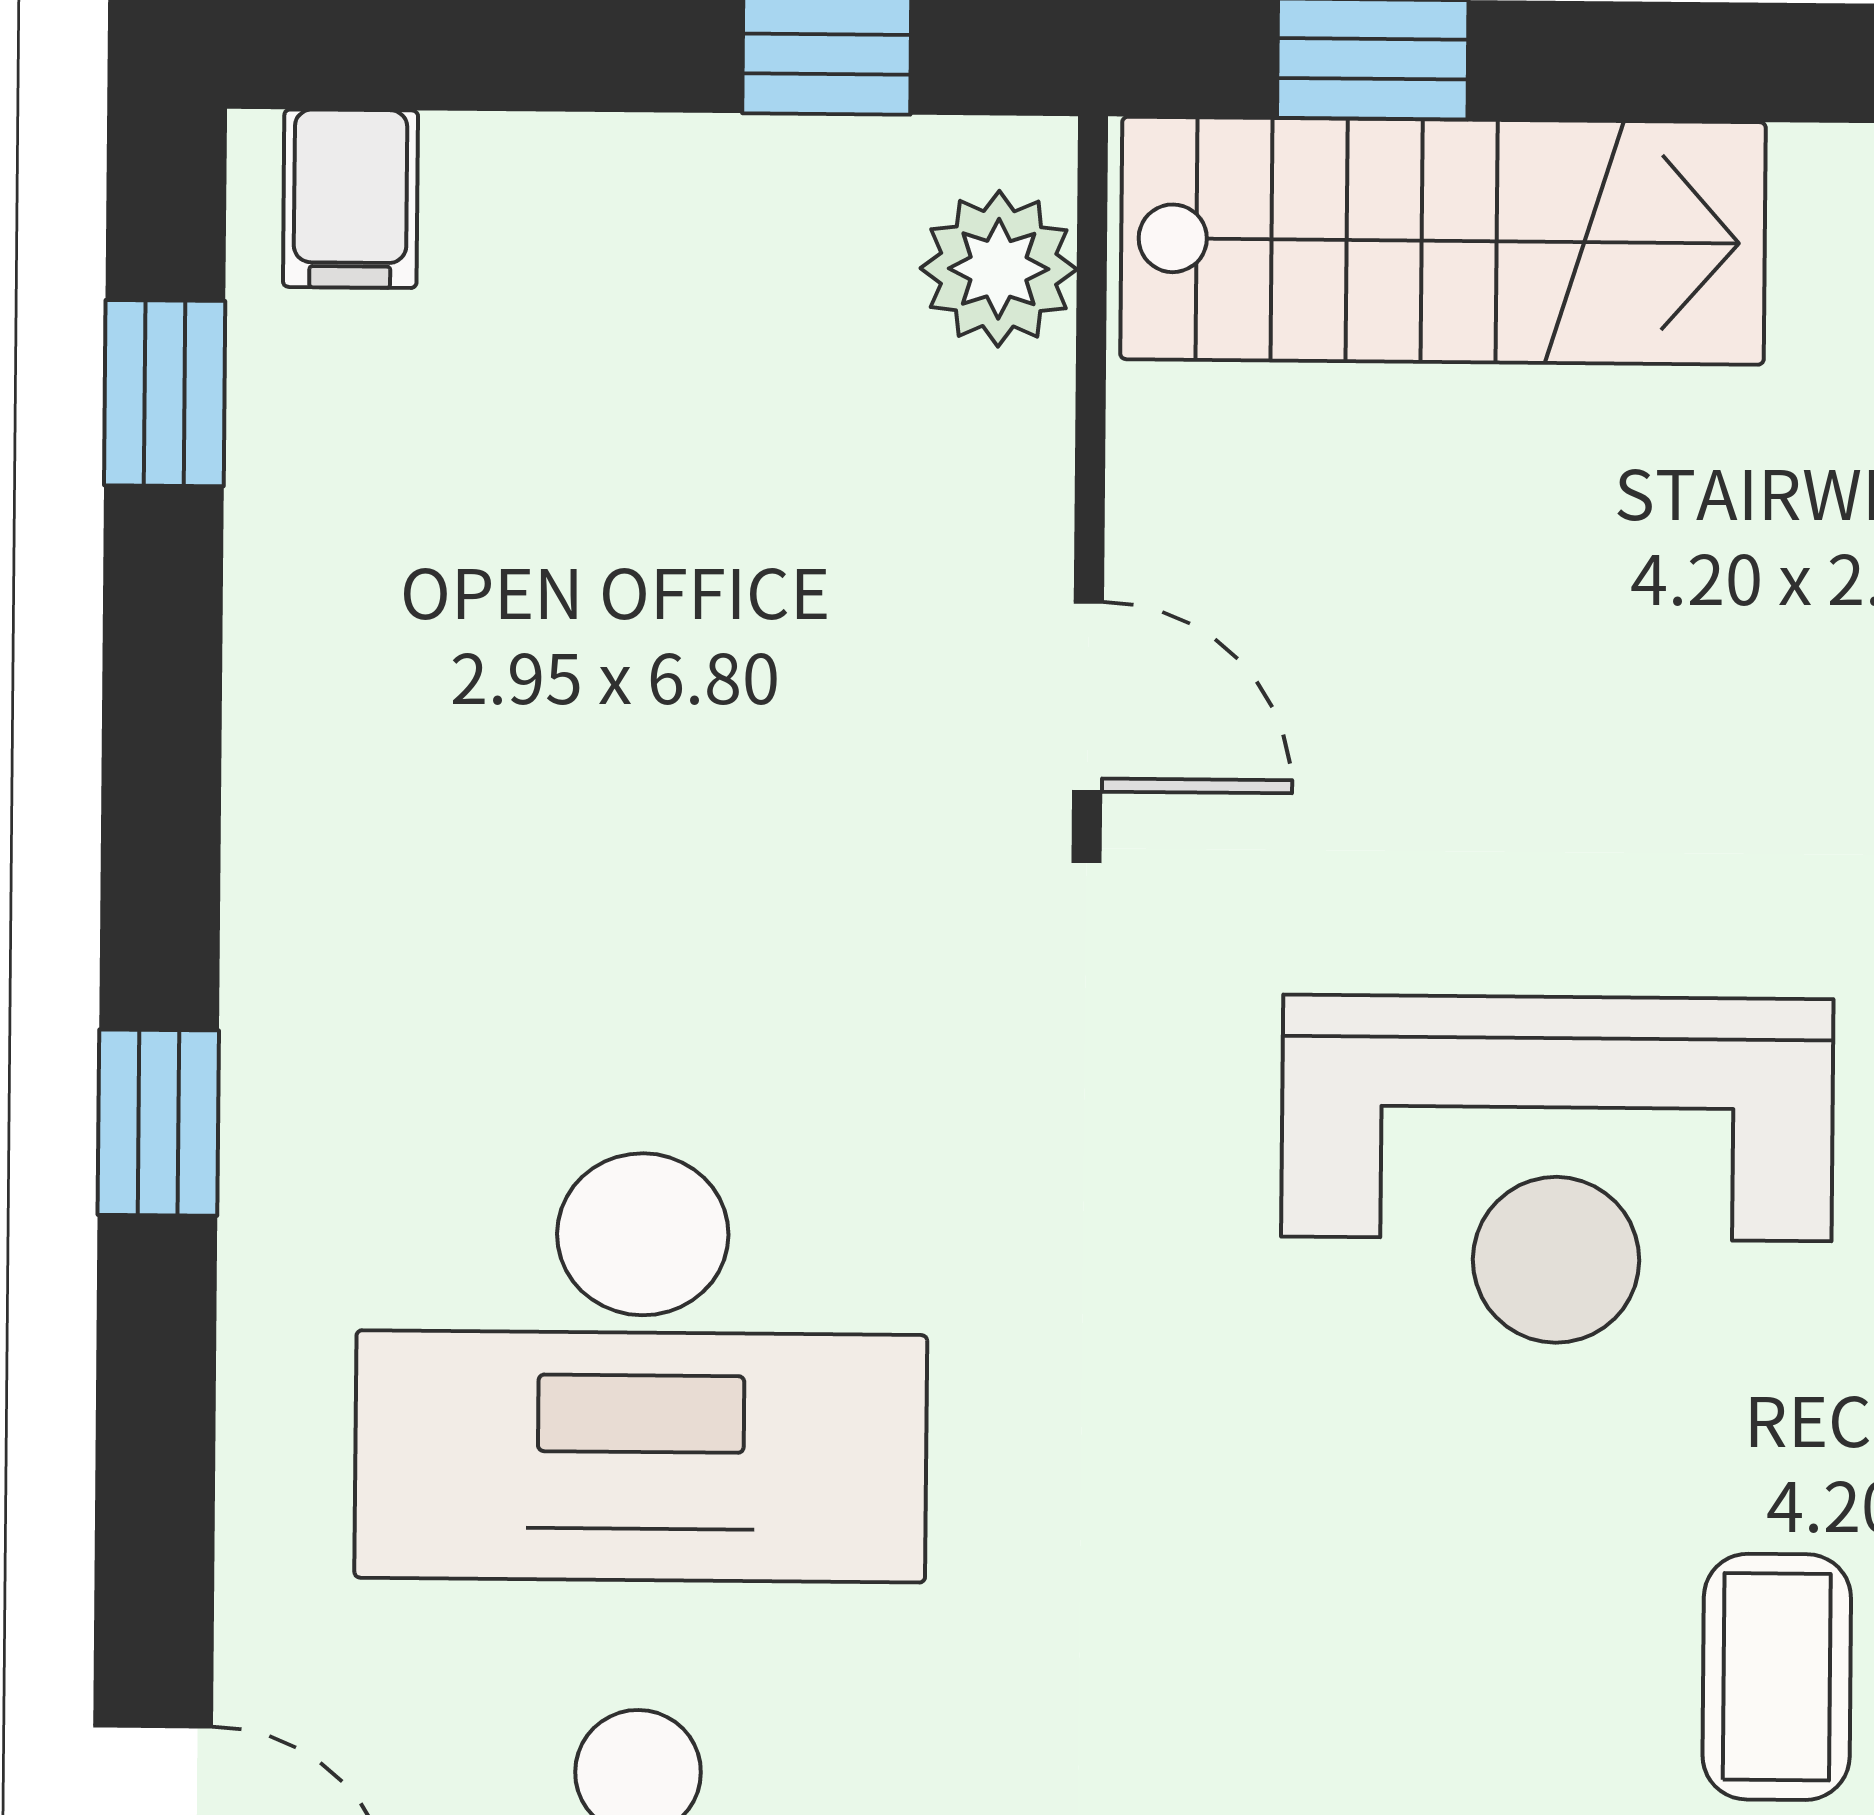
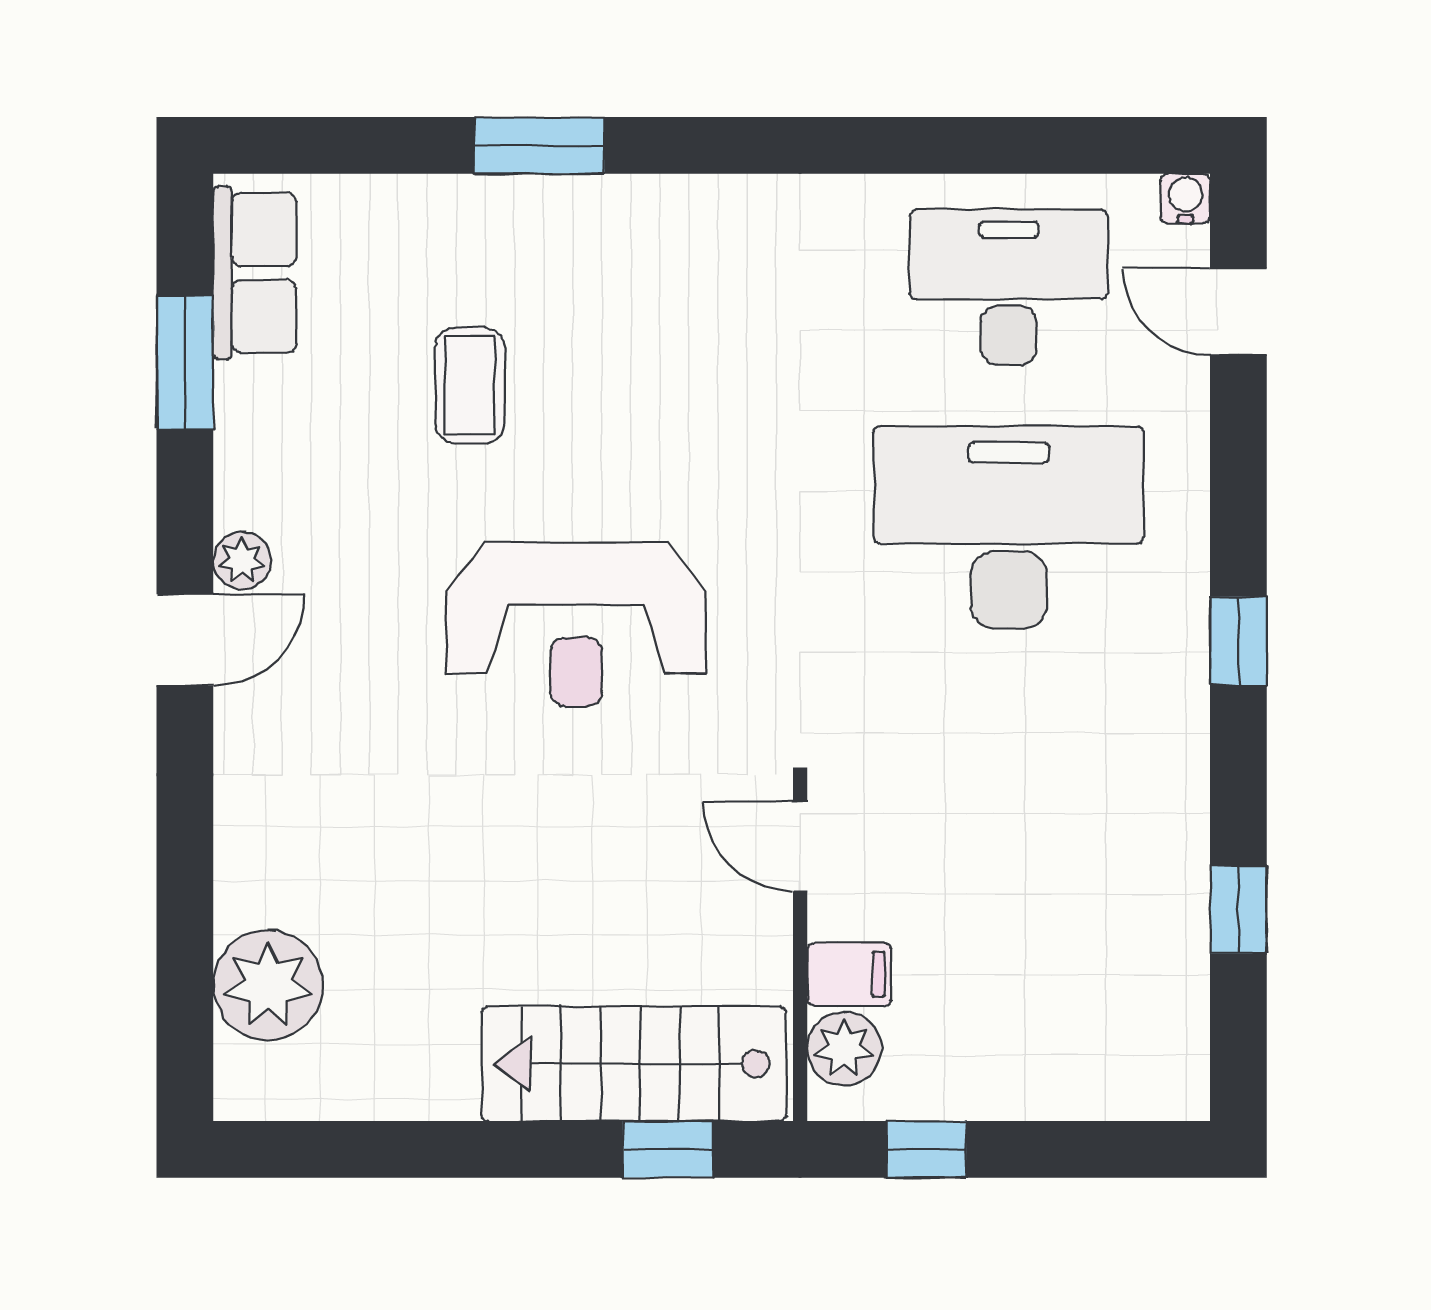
filing cabinet: (350, 199) -> (849, 974), moved, turned 90
window: (165, 393) -> (1238, 910), moved
reception desk: (1557, 1170) -> (576, 624), turned 180

